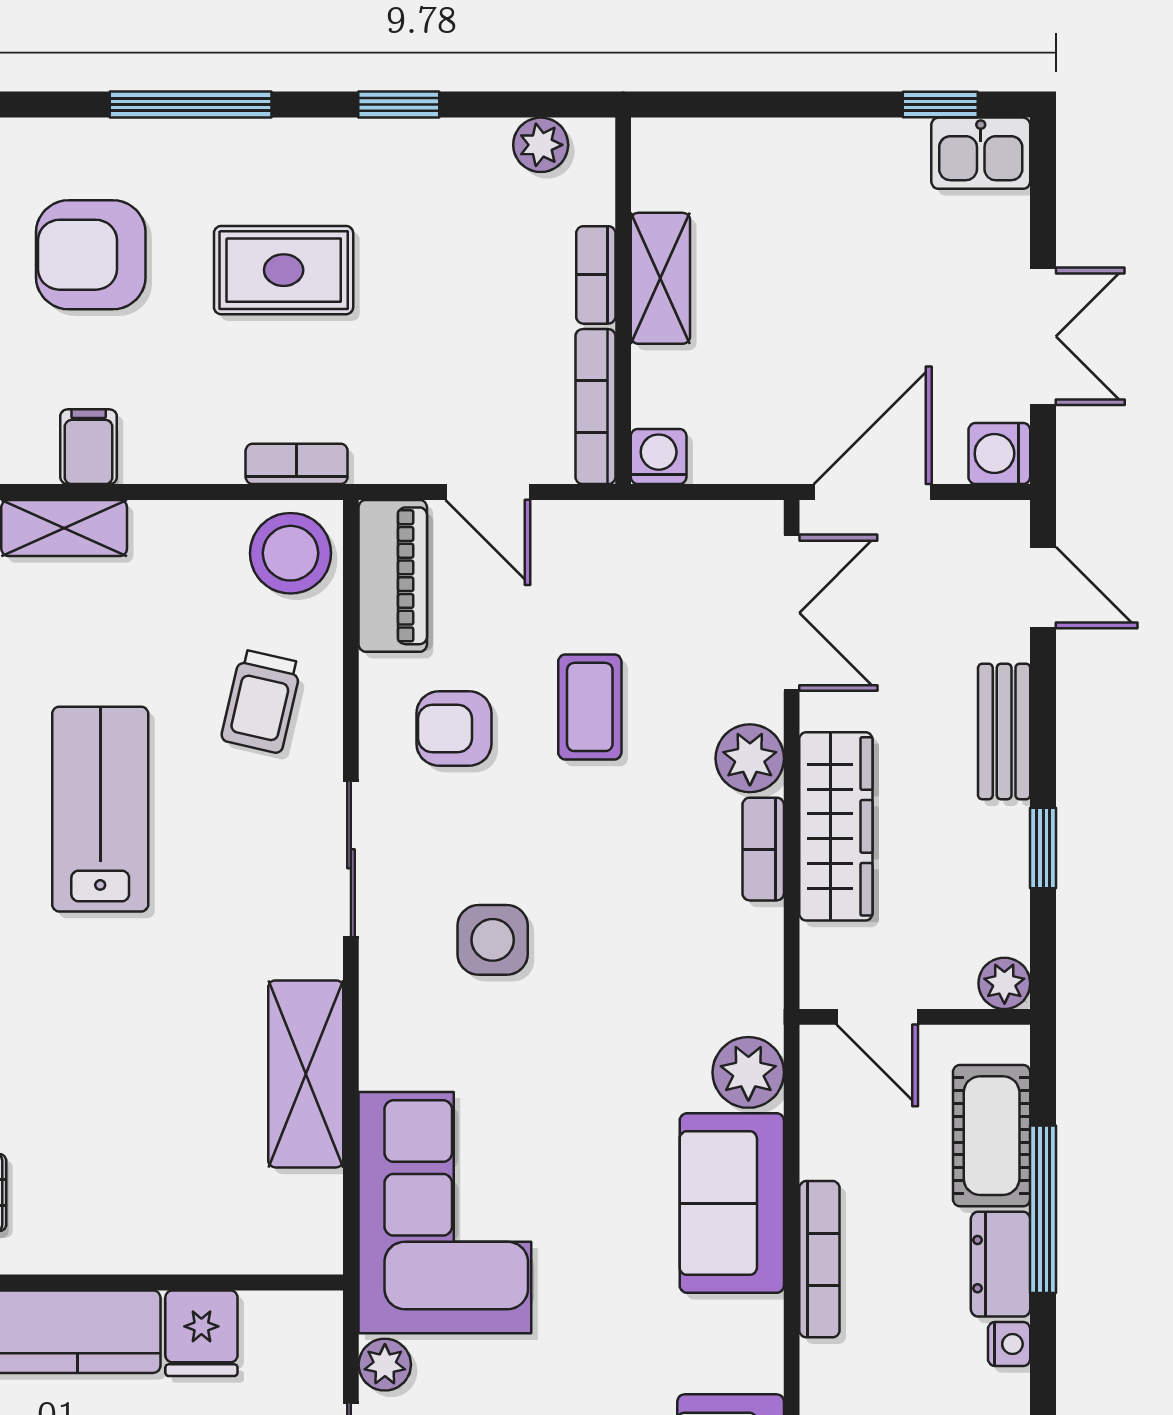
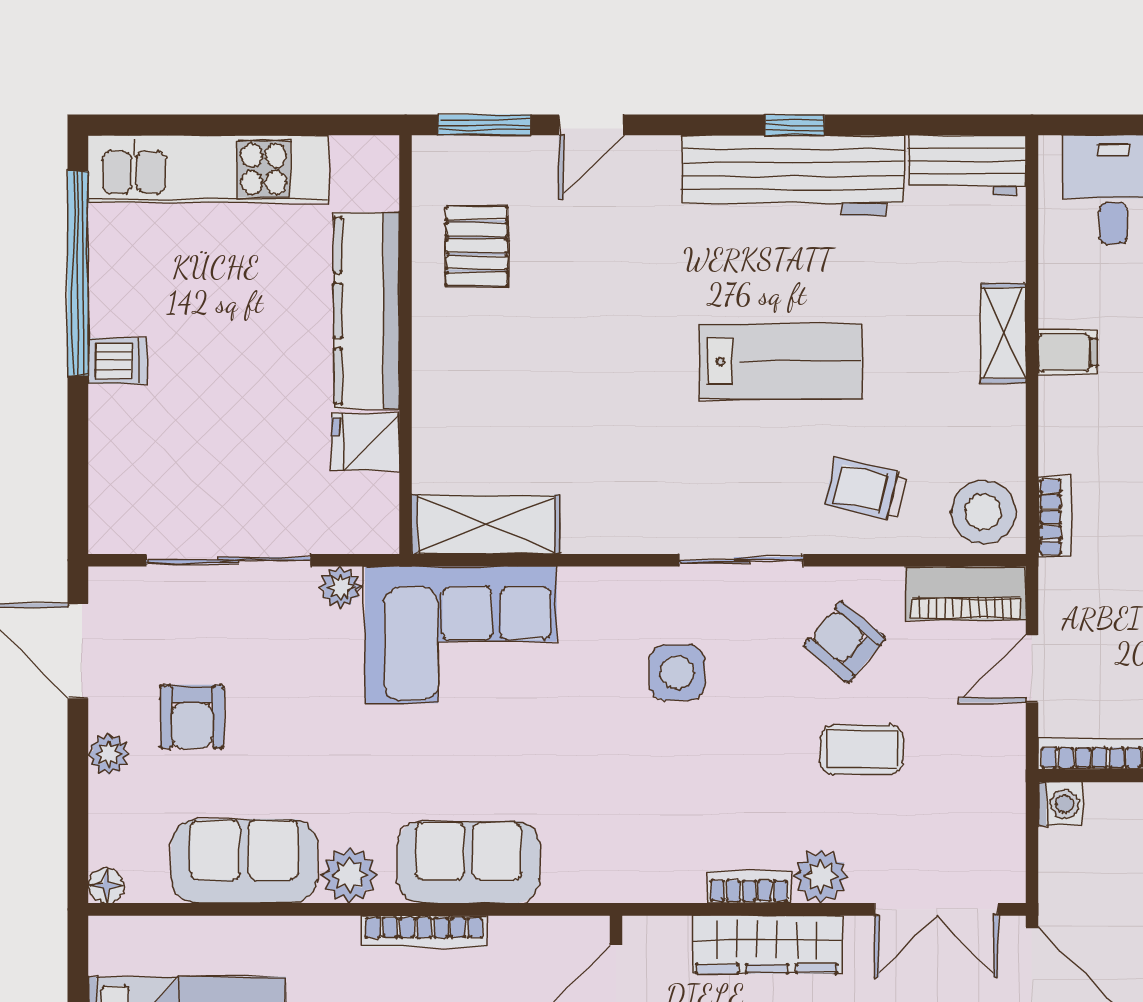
armchair: (454, 728) -> (845, 642), turned -50
plant: (748, 1072) -> (349, 875), moved
shelving: (306, 1074) -> (486, 524), moved

